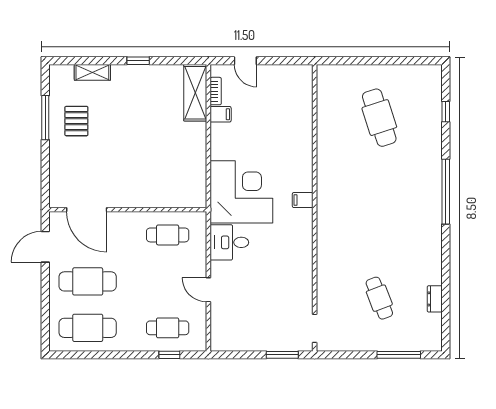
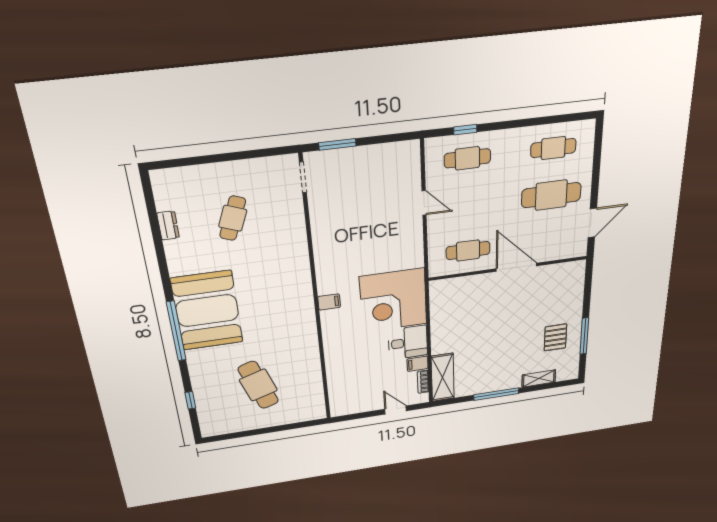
window: (138, 61) -> (496, 394), width x2.17
booth: (415, 209) -> (207, 311), added
door: (87, 210) -> (516, 267), moved
desk: (229, 242) -> (408, 343), moved
cafe table: (379, 298) -> (233, 218), turned 42
cafe table: (88, 328) -> (553, 148), width x0.73, depth x0.74
window: (399, 355) -> (200, 160), removed

